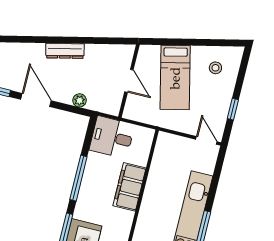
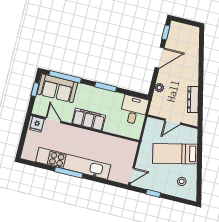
dresser: (65, 51) -> (193, 99), moved
window: (78, 178) -> (106, 87), width x0.69
filing cabinet: (129, 187) -> (89, 119), moved

